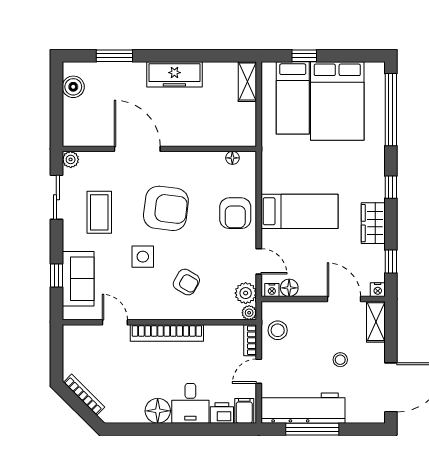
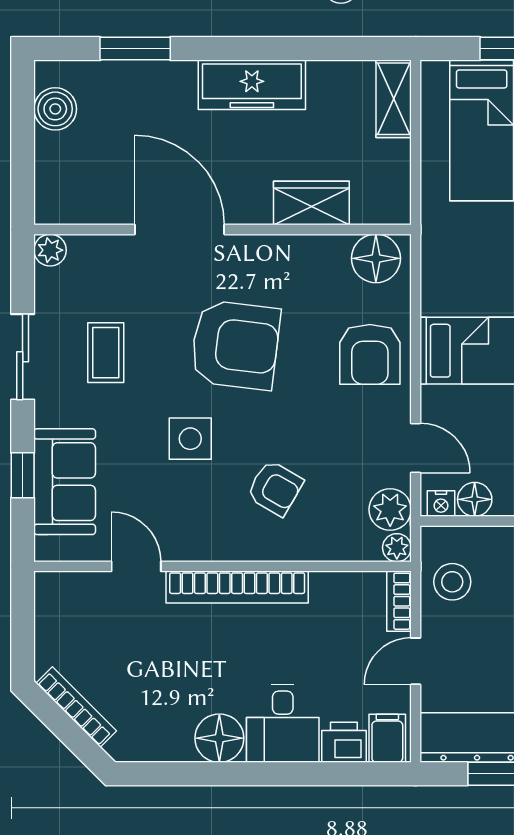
wardrobe: (205, 135) -> (311, 203), added
floor lamp: (232, 158) -> (376, 258), width x1.89, depth x1.89
sliding door: (56, 197) -> (23, 357), moved
coffee table: (99, 212) -> (106, 353), width x0.73, depth x0.77

